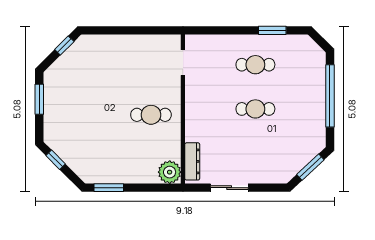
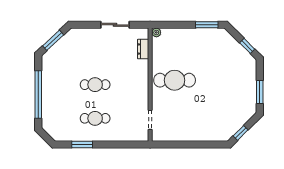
cafe table: (151, 115) -> (175, 80), width x1.37, depth x1.35
dresser: (192, 161) -> (143, 49), width x0.70
plant: (170, 172) -> (156, 32), width x0.53, depth x0.53

